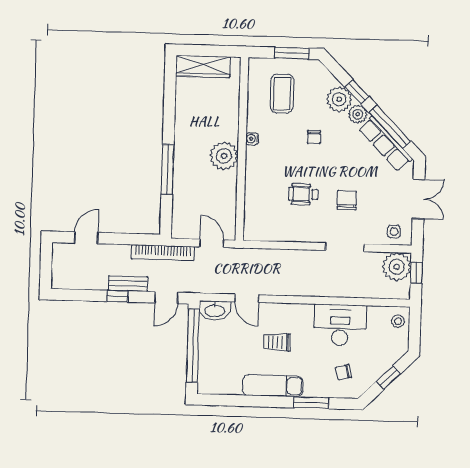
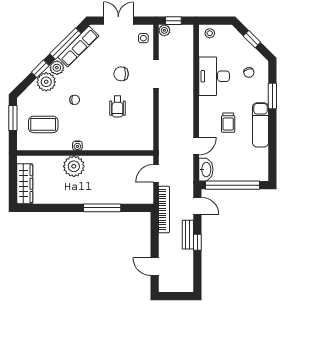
plant: (224, 156) -> (74, 166), moved
plant: (397, 267) -> (164, 30), width x0.53, depth x0.53

